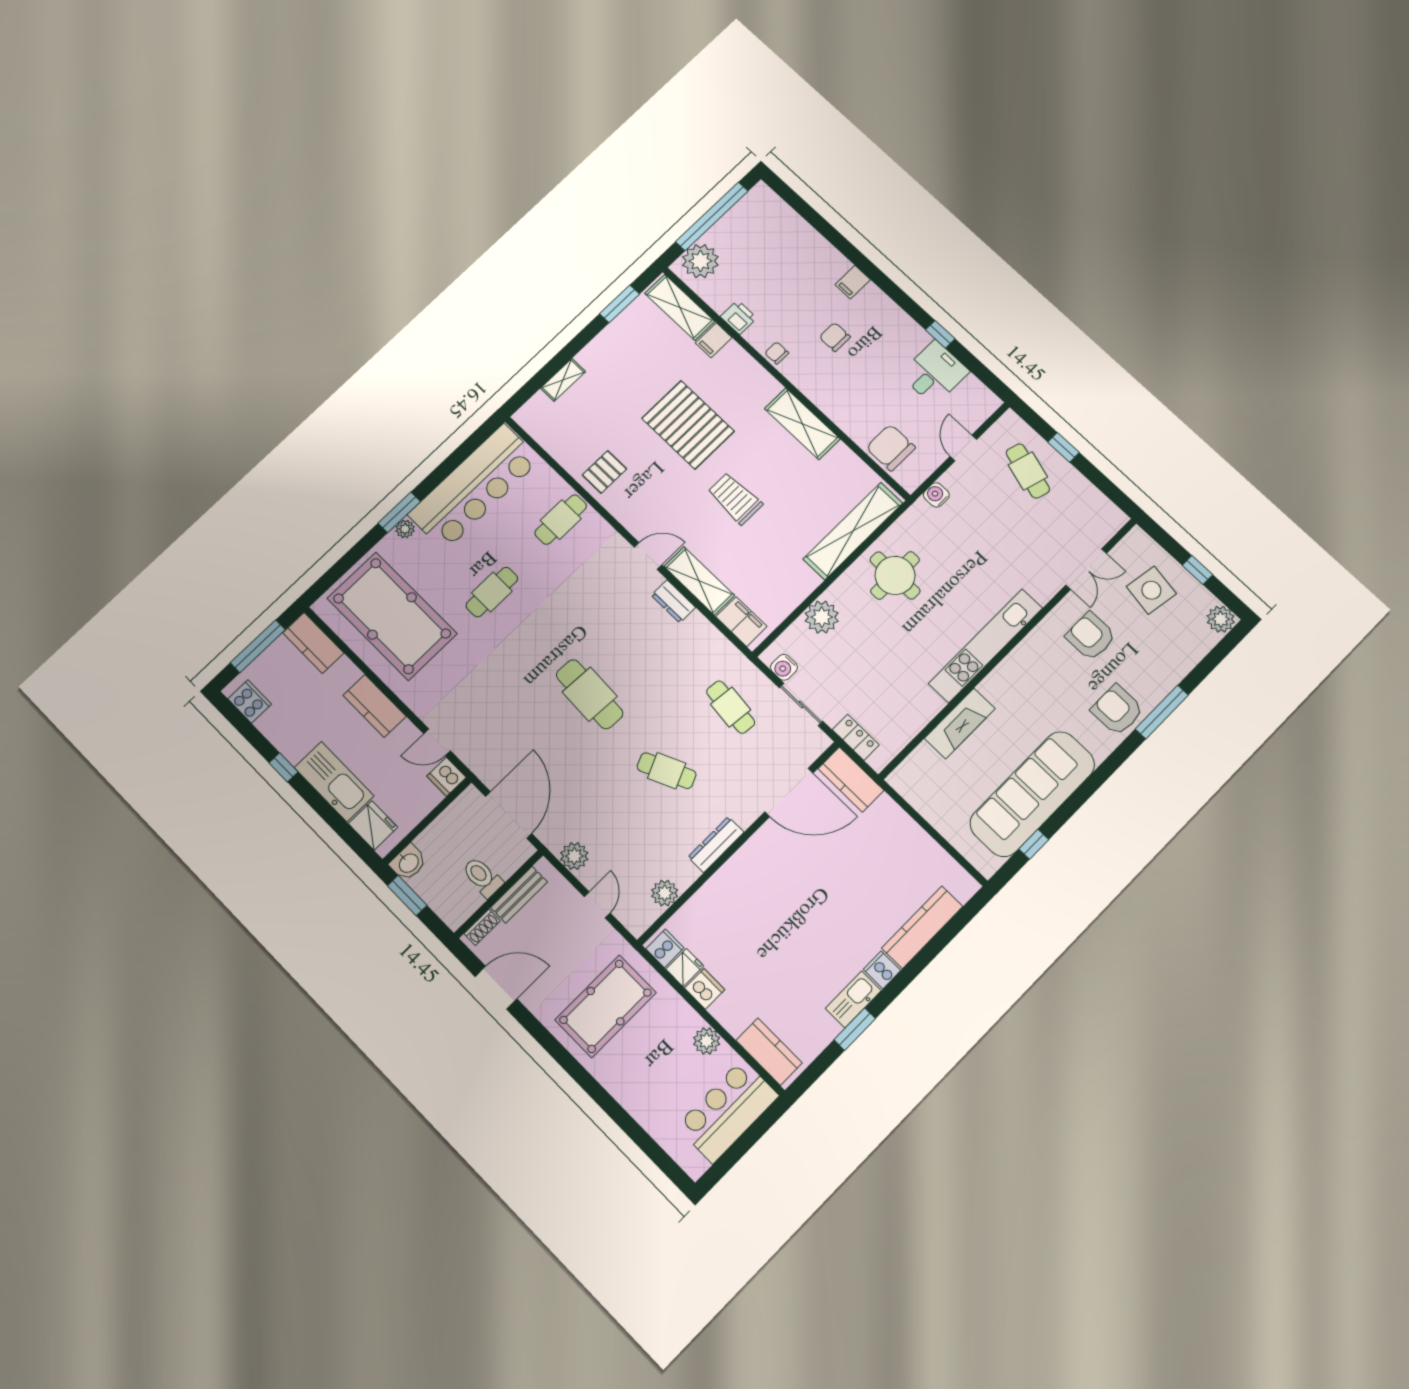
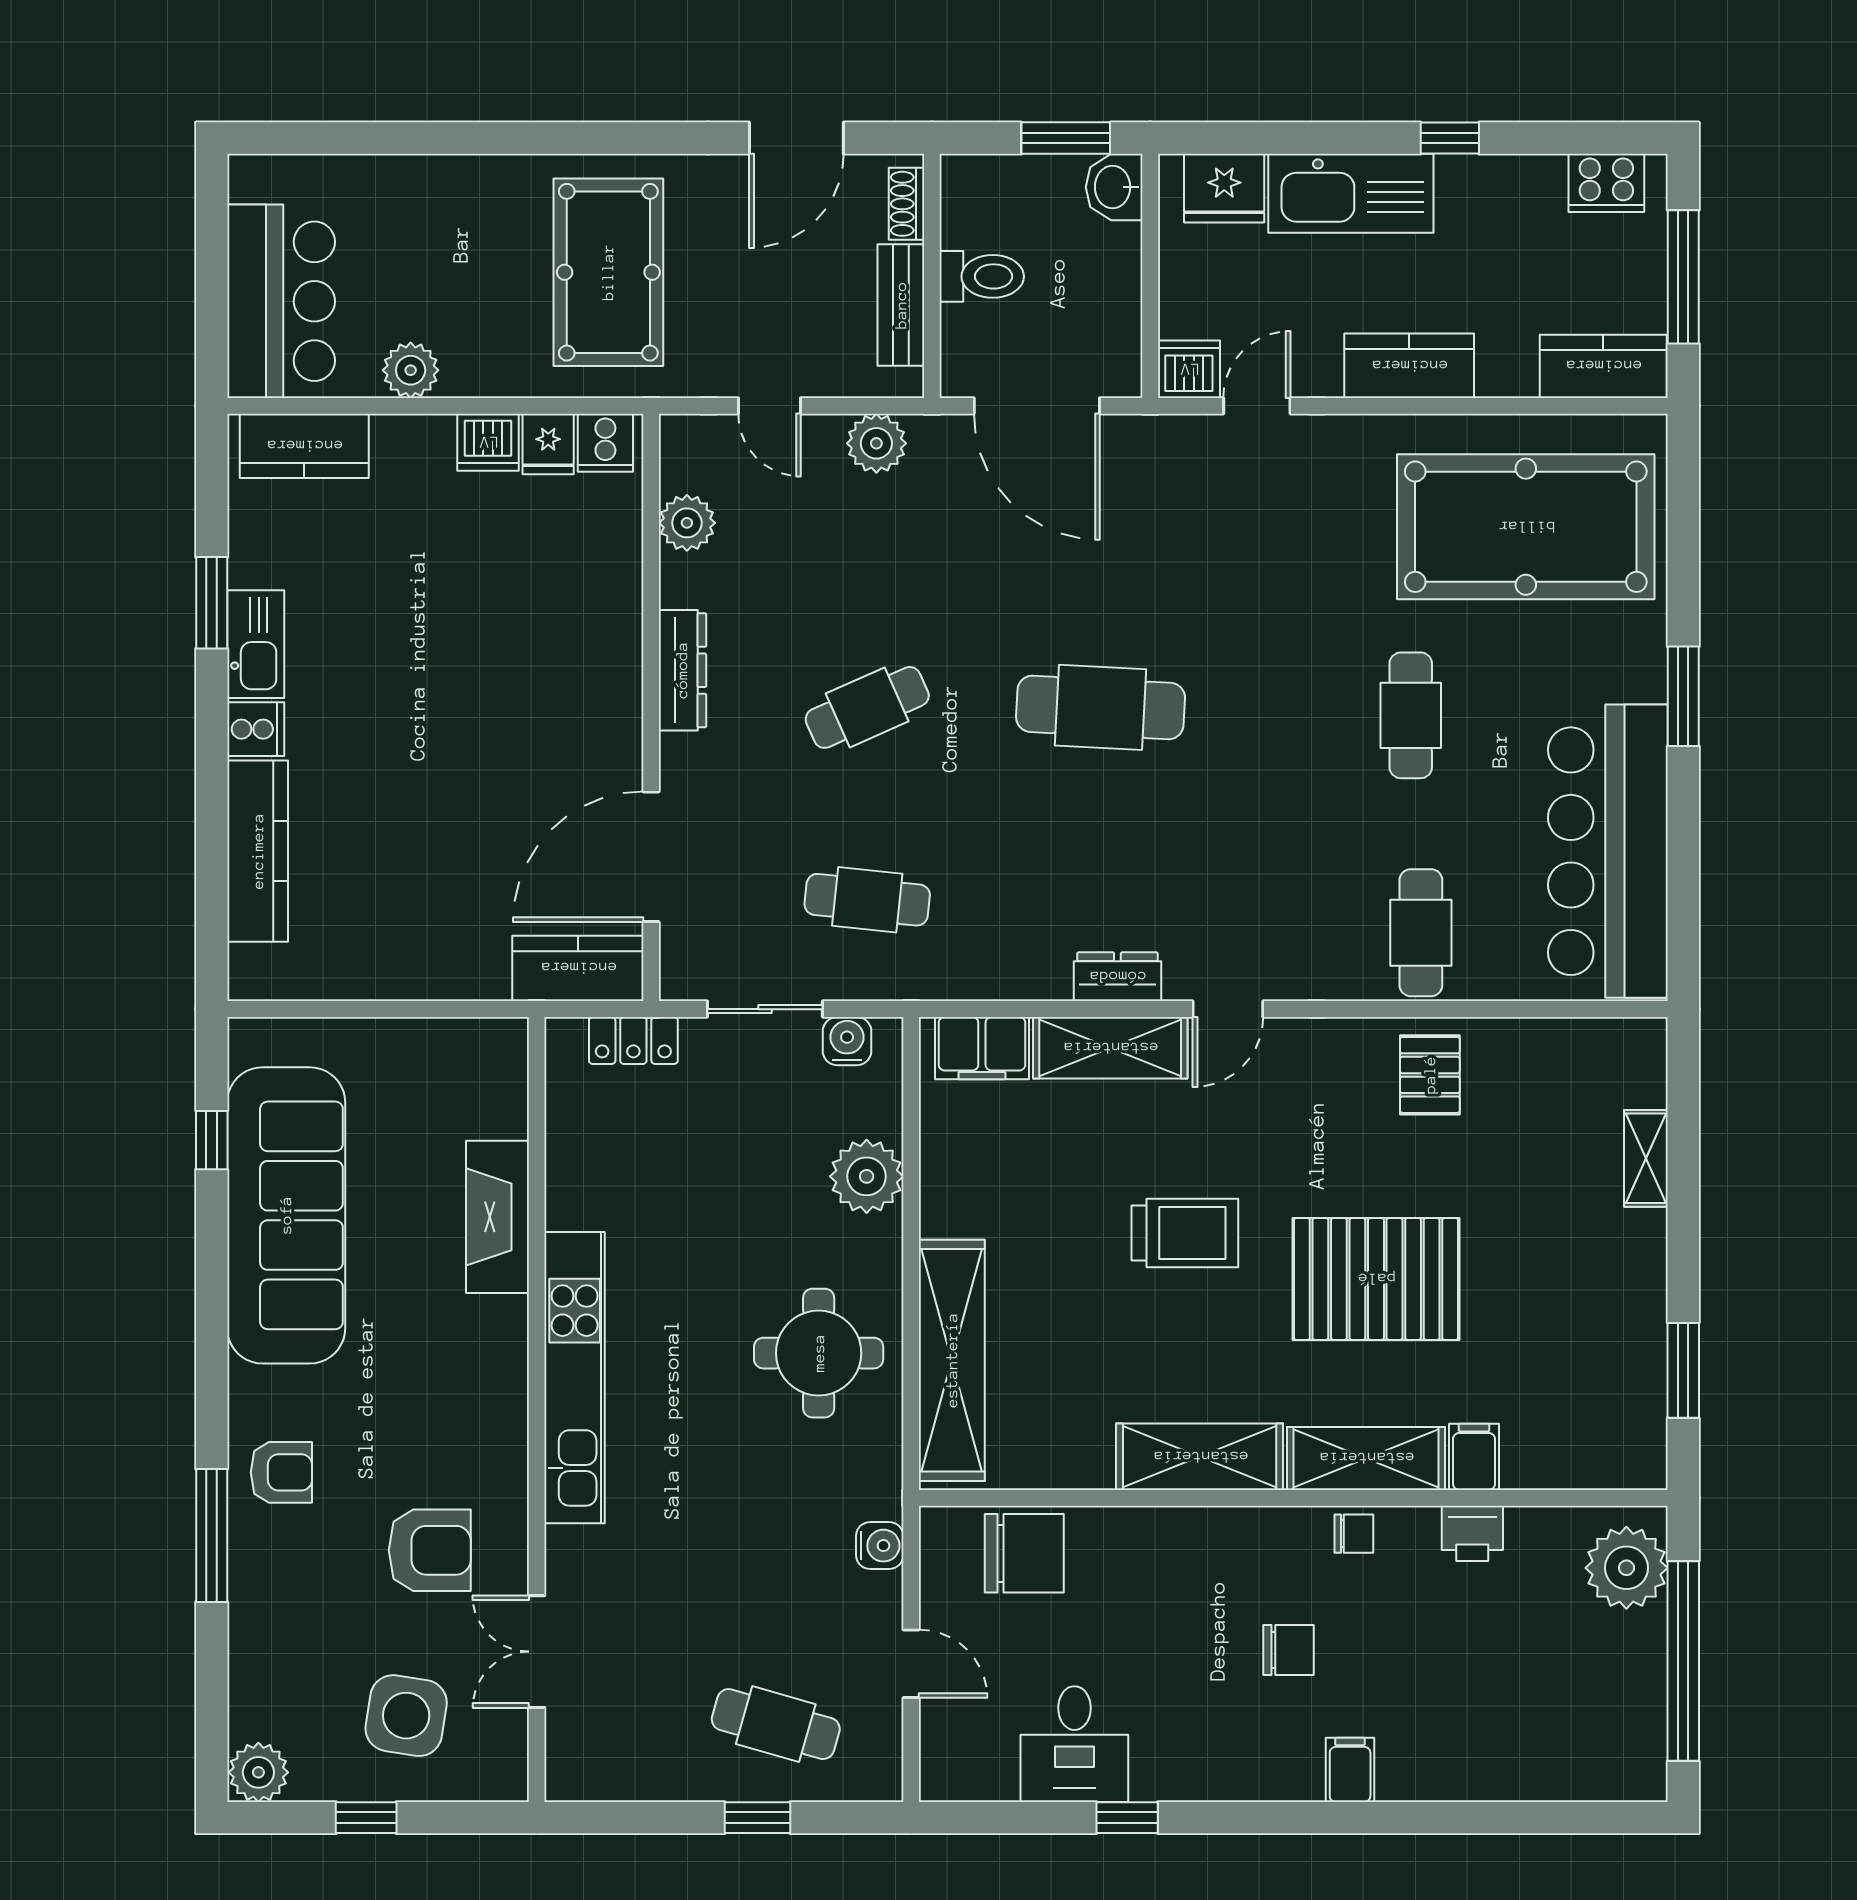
shelving: (680, 307) -> (1366, 1458), moved
plant: (405, 529) -> (1647, 680), removed
armchair: (1117, 710) -> (281, 1472), width x0.72, depth x0.72

